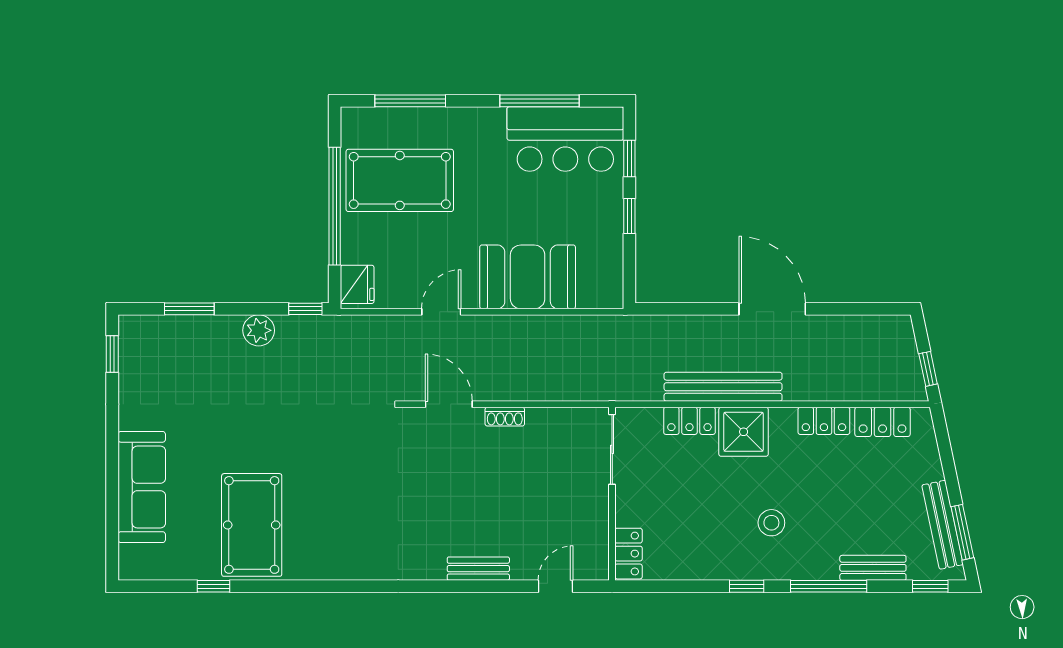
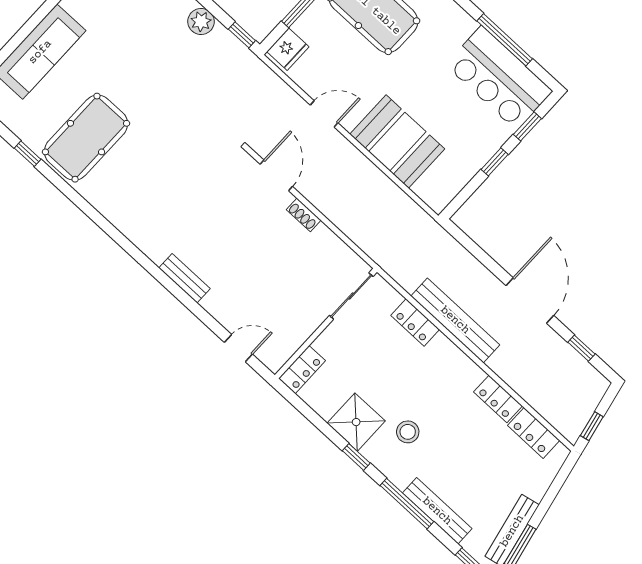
window: (856, 309) -> (581, 348), added
shower: (744, 432) -> (356, 422), moved
bench: (873, 568) -> (437, 511), width x1.36
bench: (478, 569) -> (184, 278), moved

